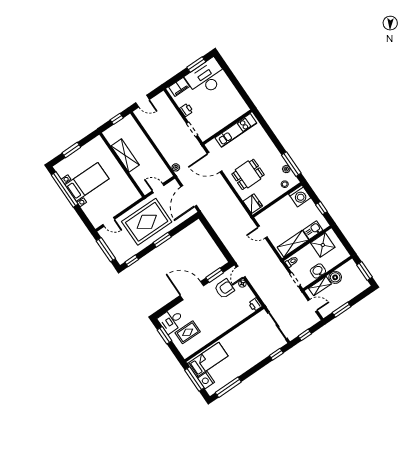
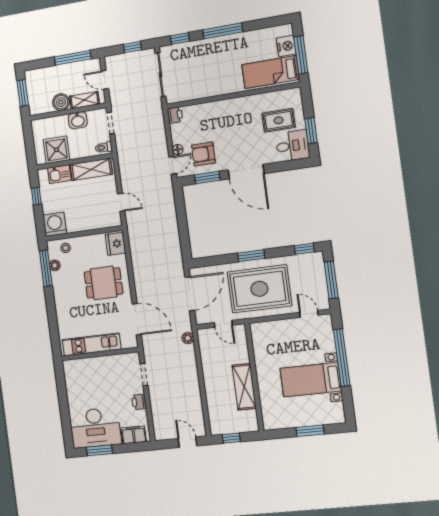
window: (65, 190) -> (342, 358), moved
window: (342, 310) -> (73, 58), width x1.44
window: (228, 387) -> (223, 31), moved

